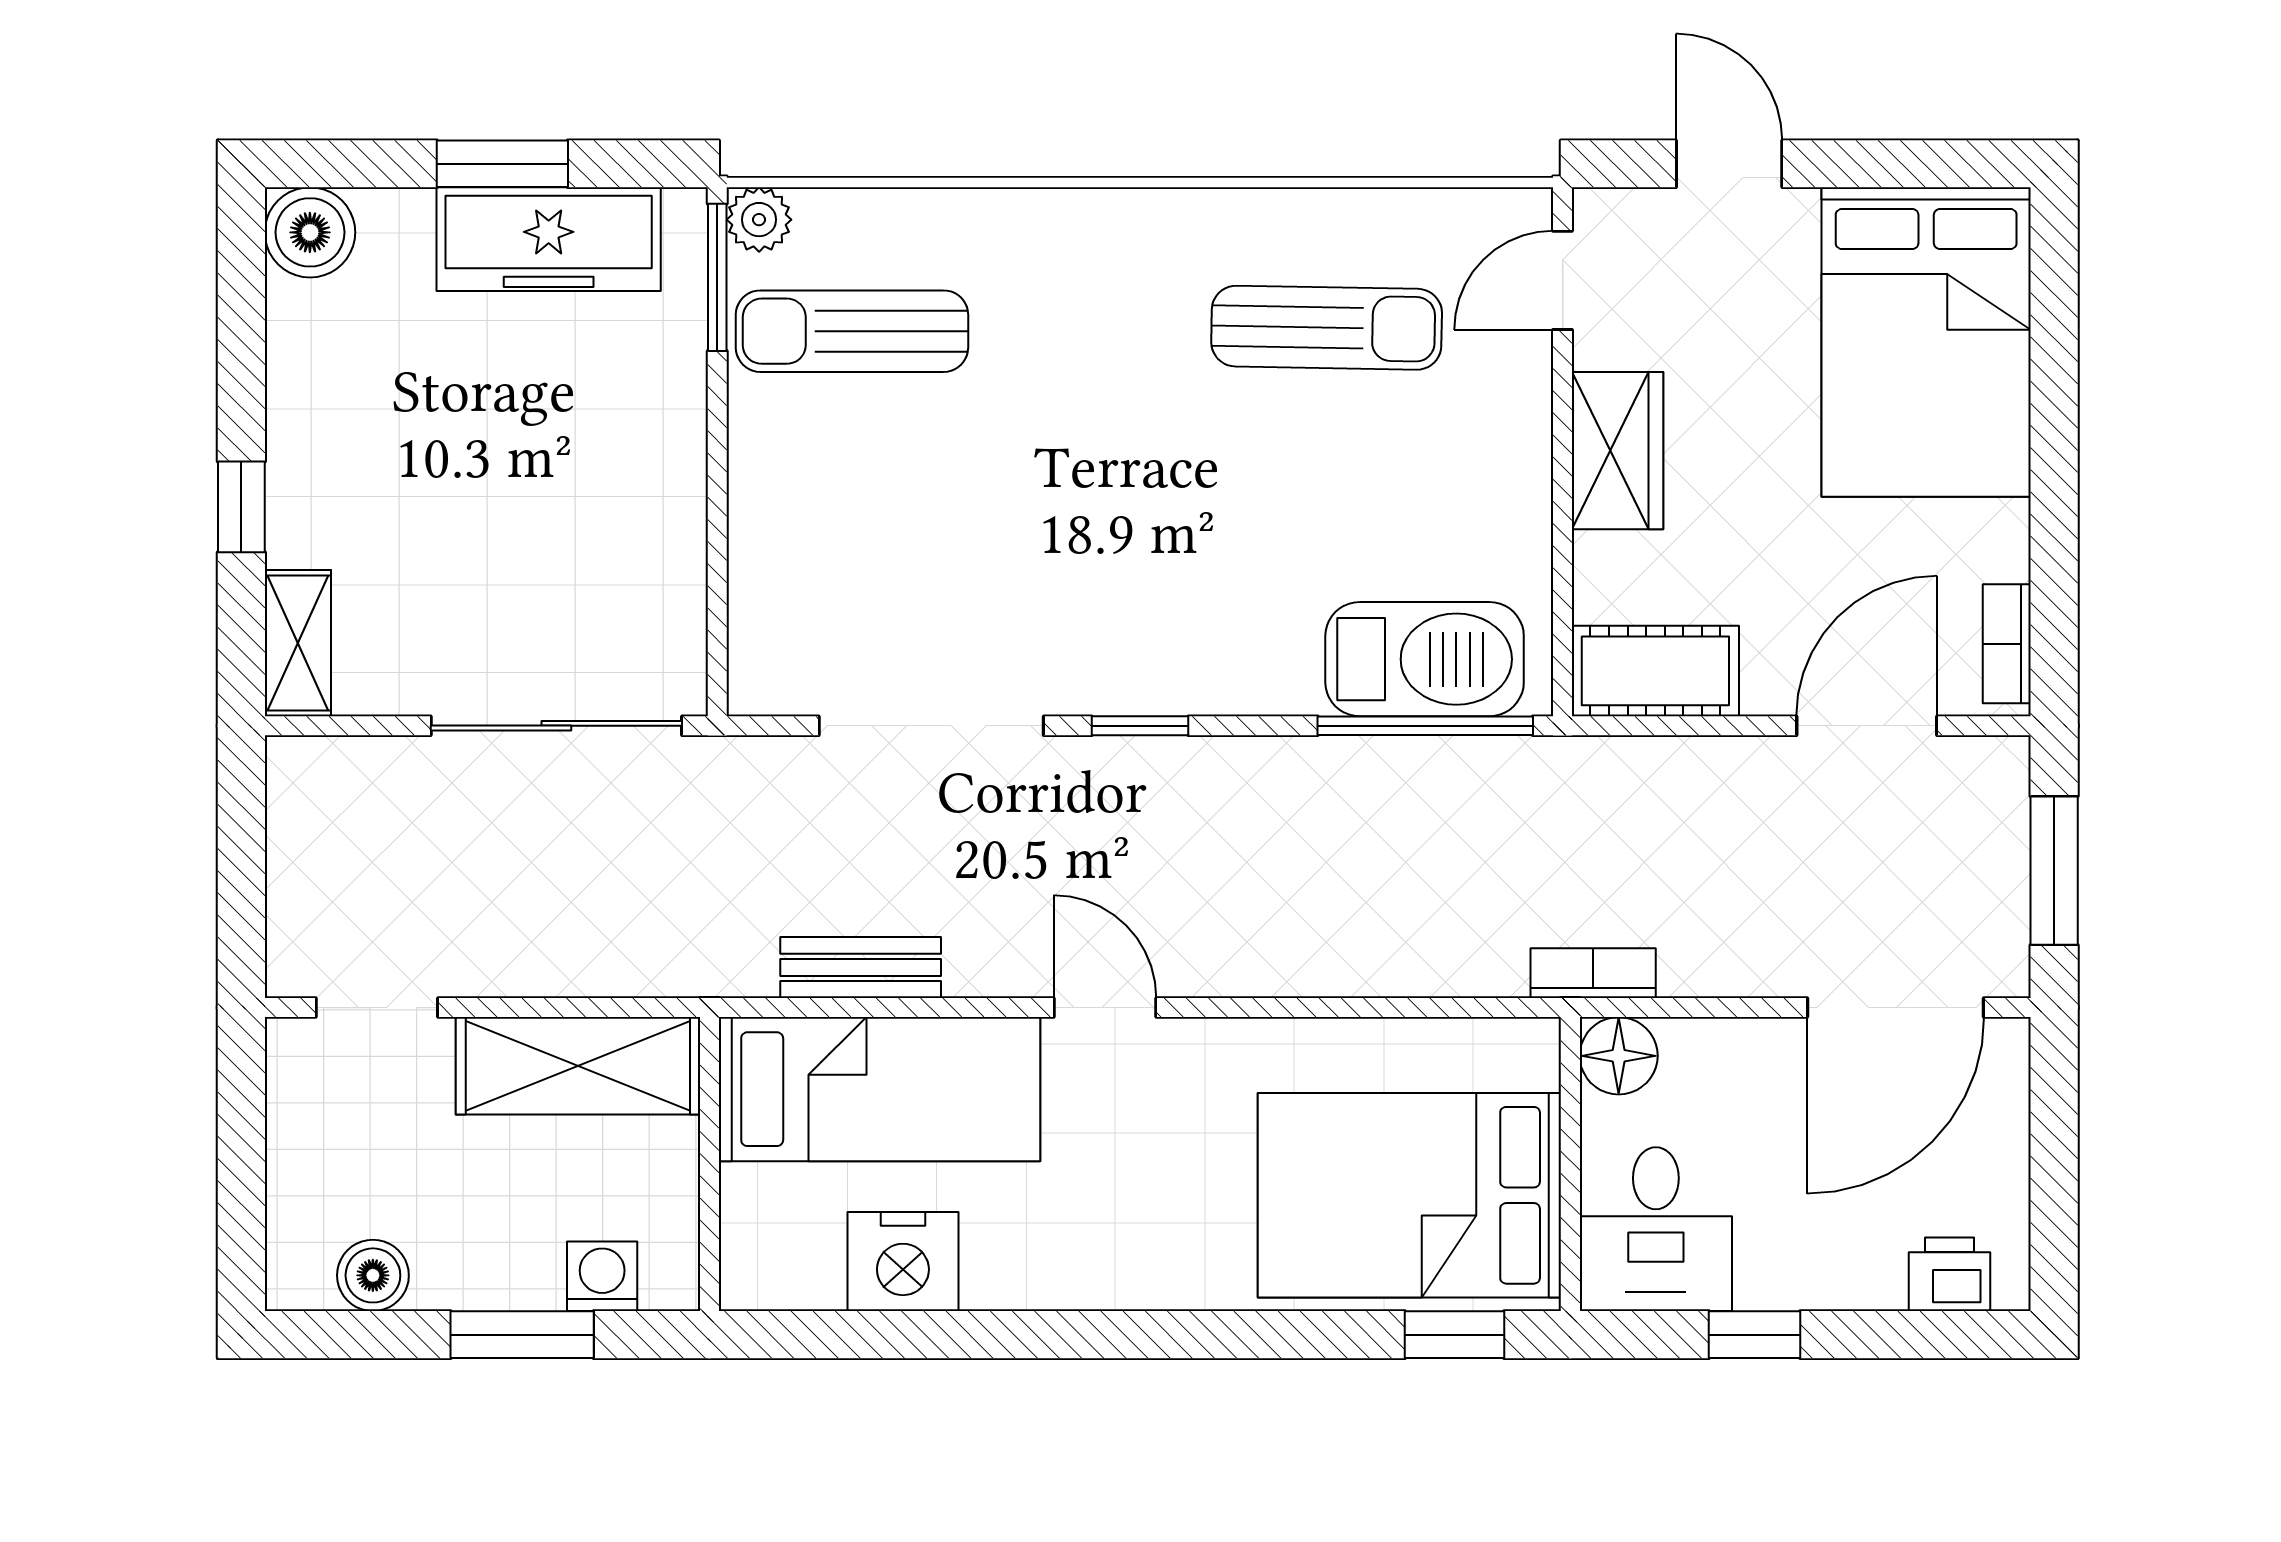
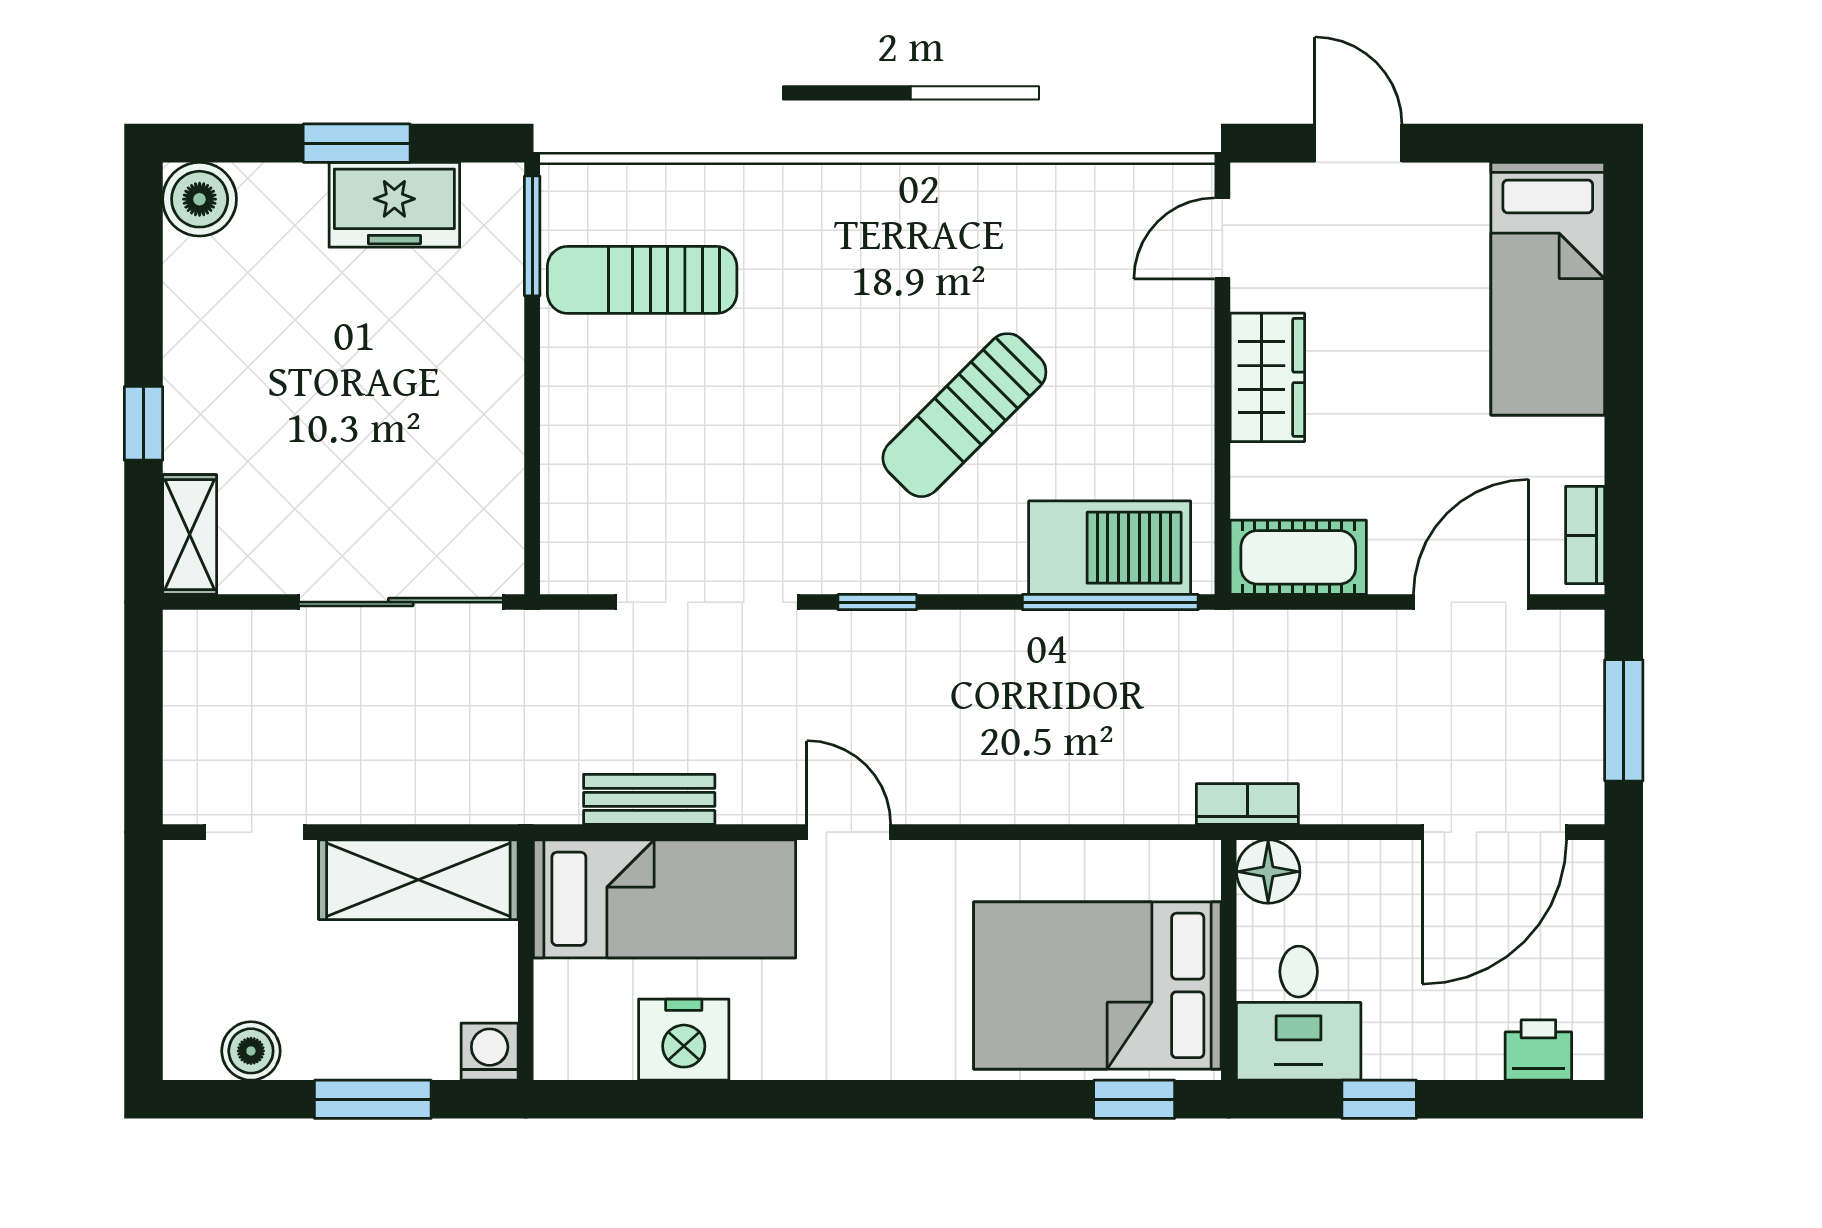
plant: (759, 220) -> (566, 189), removed
freezer: (549, 239) -> (394, 205), width x0.71
sun lounger: (1327, 328) -> (964, 415), moved, turned 134
bed: (1926, 342) -> (1548, 289), width x0.67
washing machine: (602, 1276) -> (490, 1052), moved

